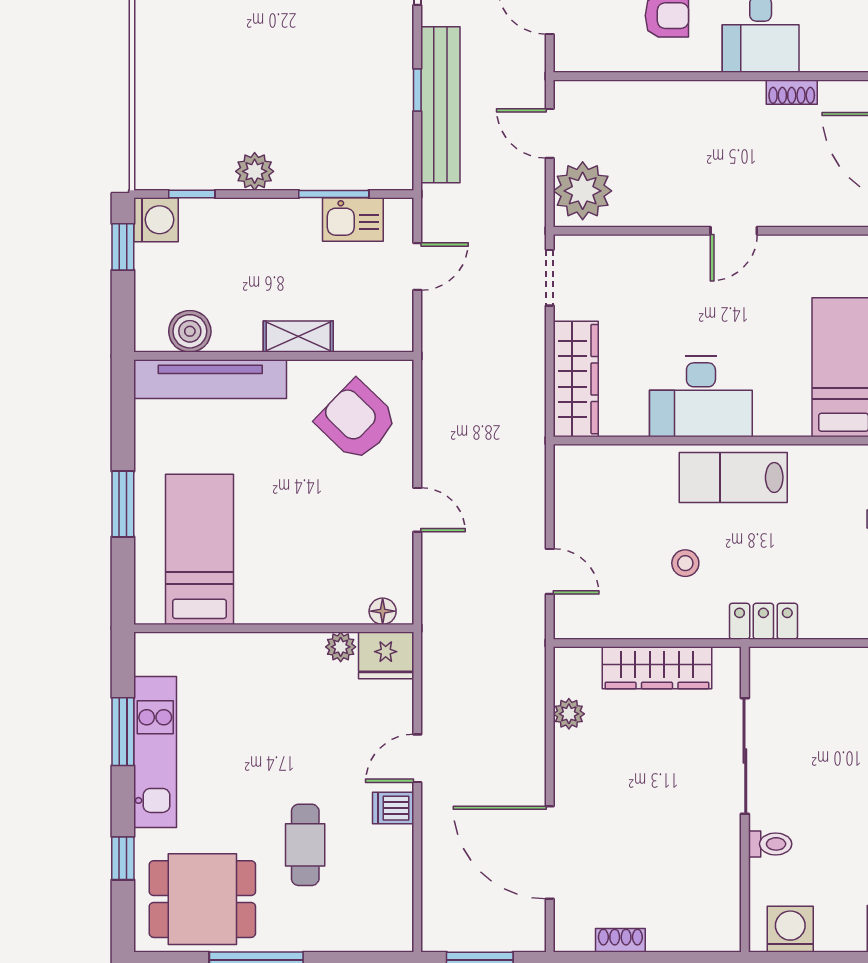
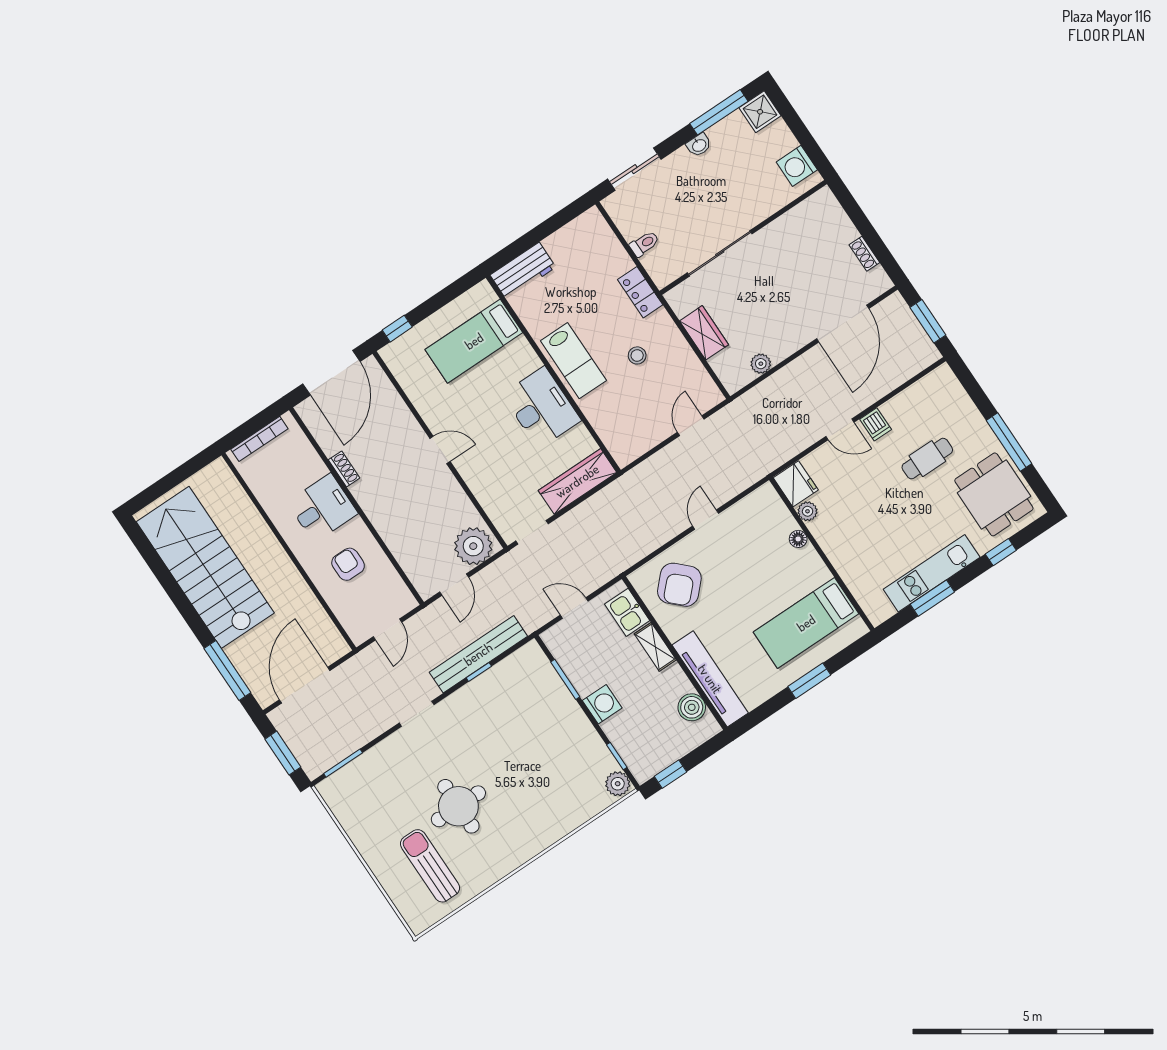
plant: (255, 171) -> (618, 784), moved
washing machine: (156, 220) -> (602, 704), moved, turned 90
kitchen sink: (353, 220) -> (627, 612), moved, turned 180
floor lamp: (383, 611) -> (798, 539), moved
wardrobe: (657, 668) -> (704, 333), width x0.67
toilet: (770, 844) -> (644, 244), moved, turned 90

